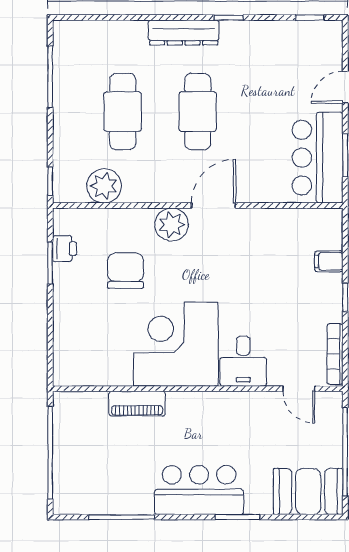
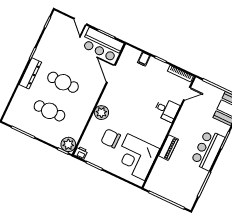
plant: (104, 186) -> (68, 144), moved
door: (214, 206) -> (111, 74), moved
printer: (65, 249) -> (81, 153), moved
corner desk: (176, 344) -> (136, 157), moved
piano: (137, 404) -> (168, 148), moved

